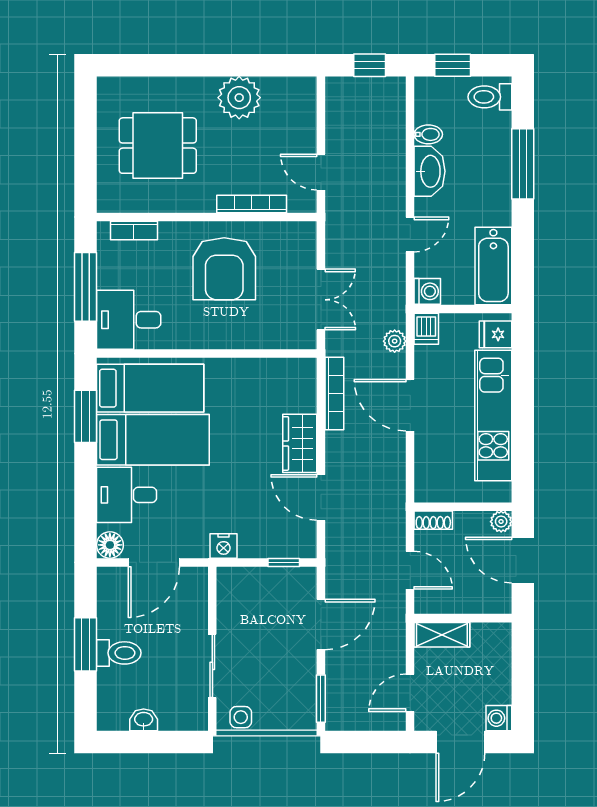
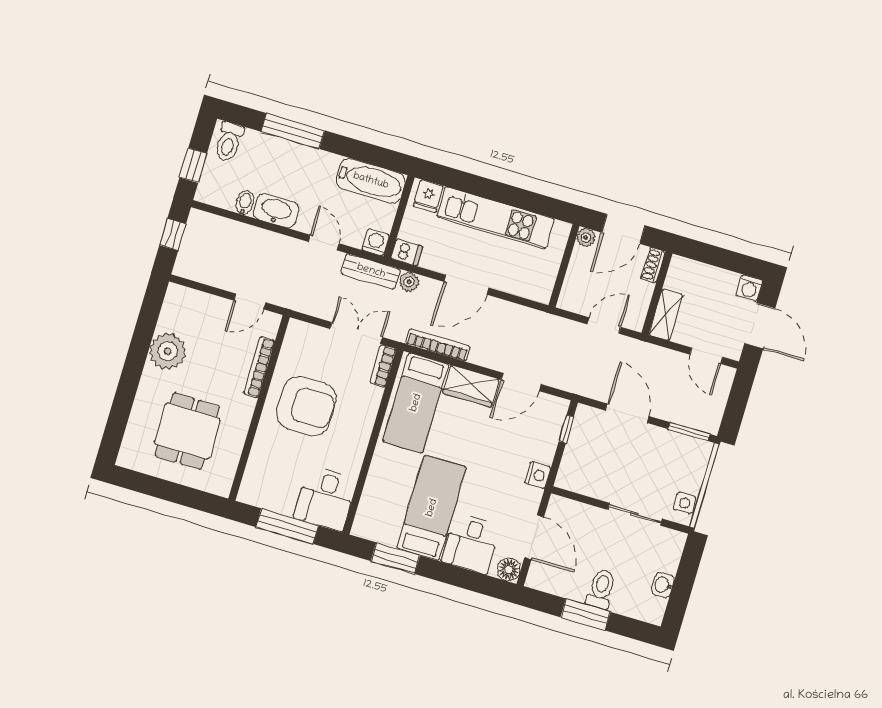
bookcase: (134, 231) -> (383, 366), moved, turned 180
bench: (394, 295) -> (371, 271), added
bed: (150, 388) -> (416, 403), moved, turned 180
shoe rack: (433, 520) -> (653, 265), moved, turned 180

